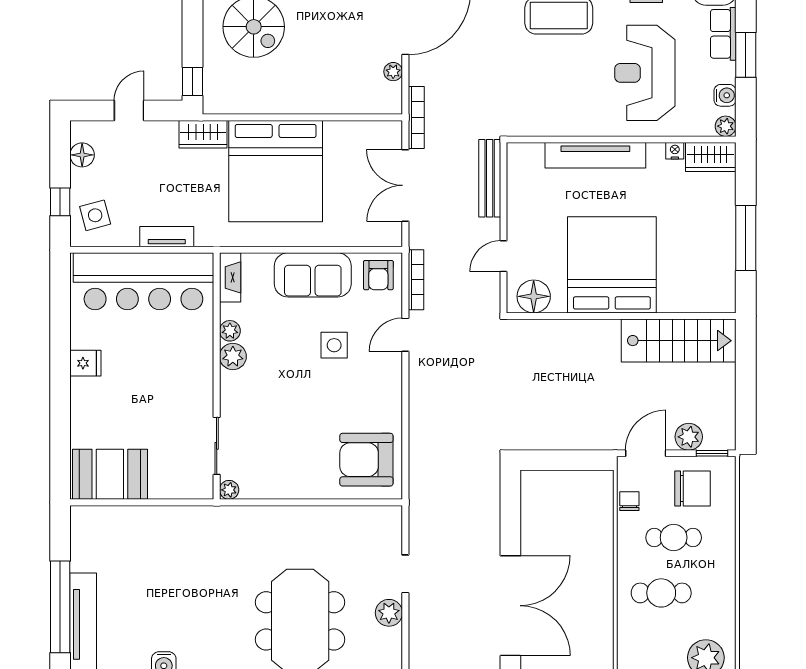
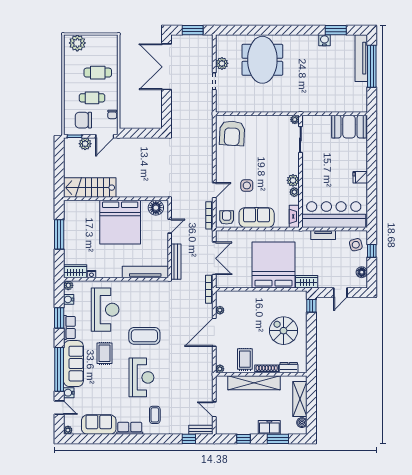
tv unit: (595, 155) -> (145, 272), moved
armchair: (366, 460) -> (232, 133), turned 93

